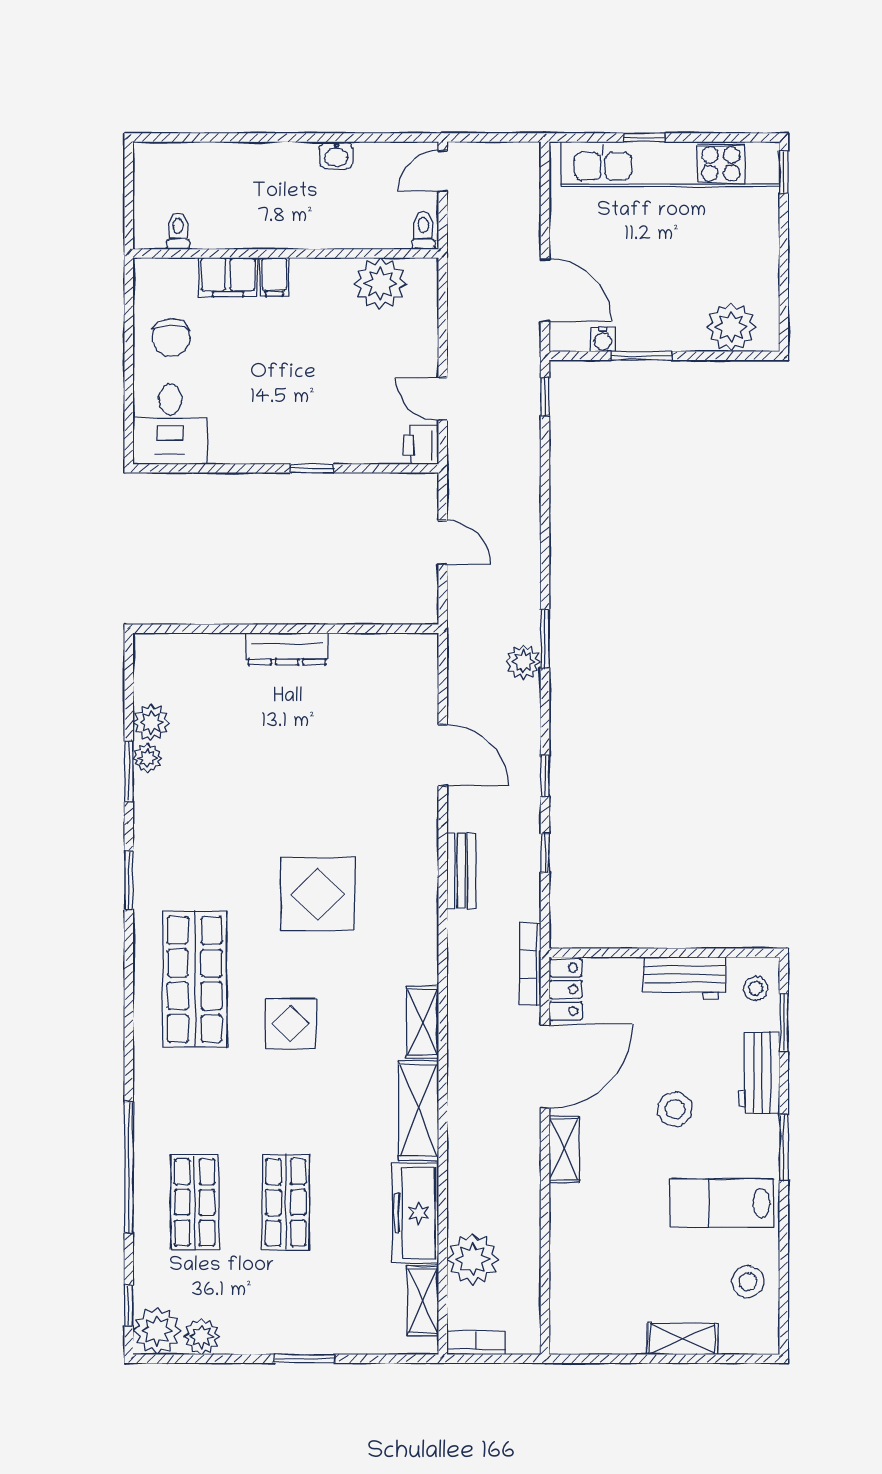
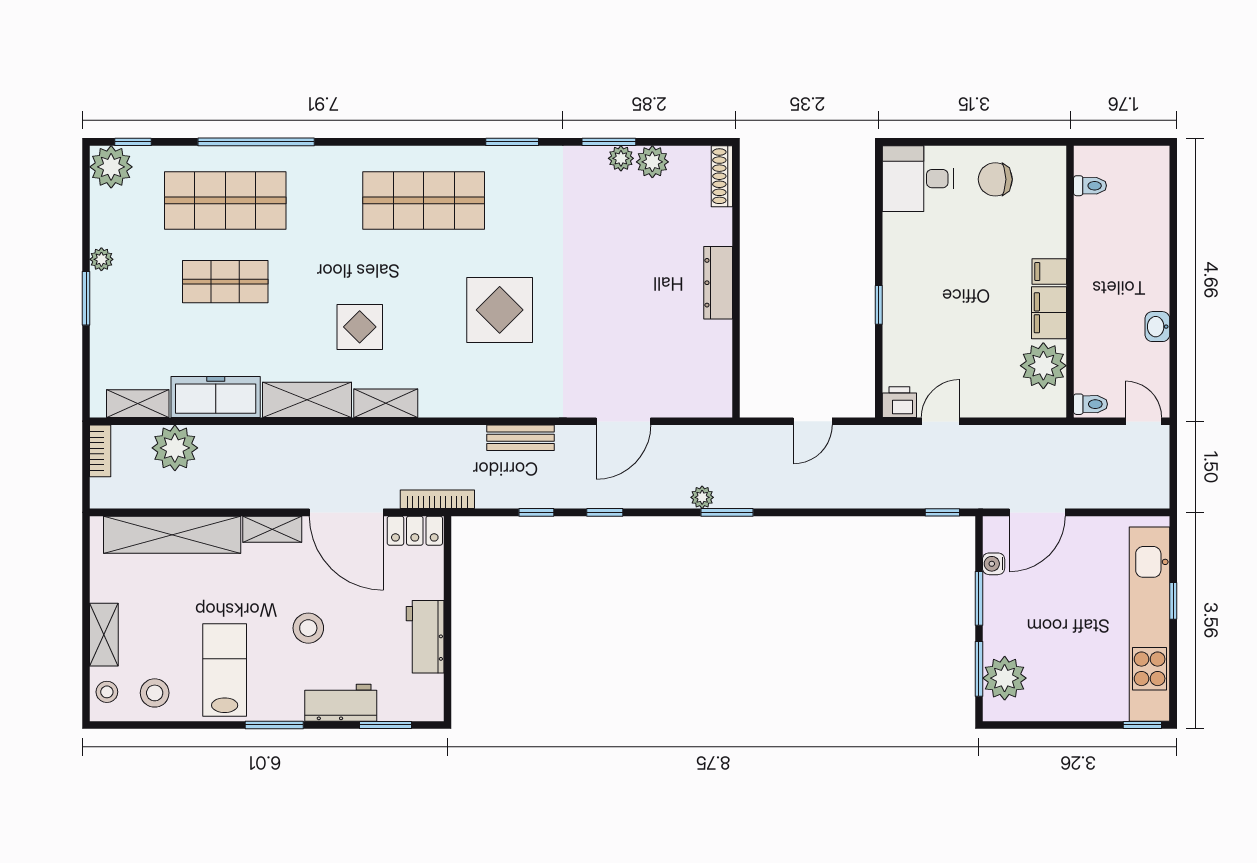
filing cabinet: (228, 277) -> (1049, 313), moved
window: (721, 356) -> (979, 669), added
shoe rack: (167, 644) -> (722, 176), added
plant: (523, 662) -> (702, 497), width x0.73, depth x0.73
stool: (756, 988) -> (107, 692), moved
display table: (290, 1024) -> (360, 327), moved
shop shelf: (195, 1202) -> (225, 200), width x1.43, depth x1.36
shelving: (570, 1262) -> (172, 535), added
plant: (202, 1336) -> (101, 259), moved, width x0.73, depth x0.73

